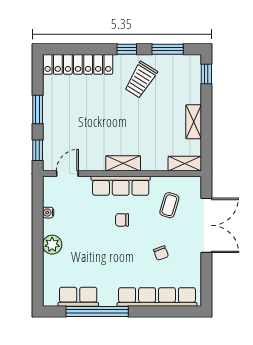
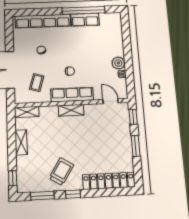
door: (67, 174) -> (111, 101), swing flipped
plant: (52, 245) -> (118, 63), moved
row of seats: (78, 297) -> (85, 20), moved

